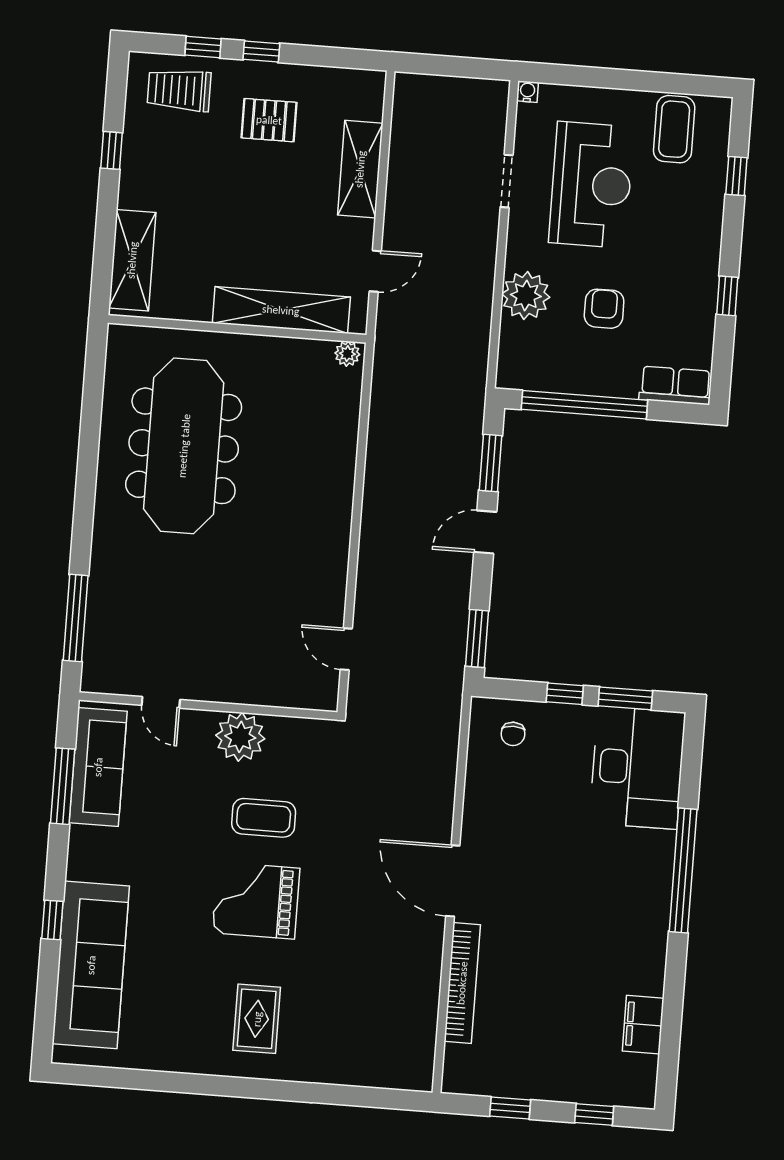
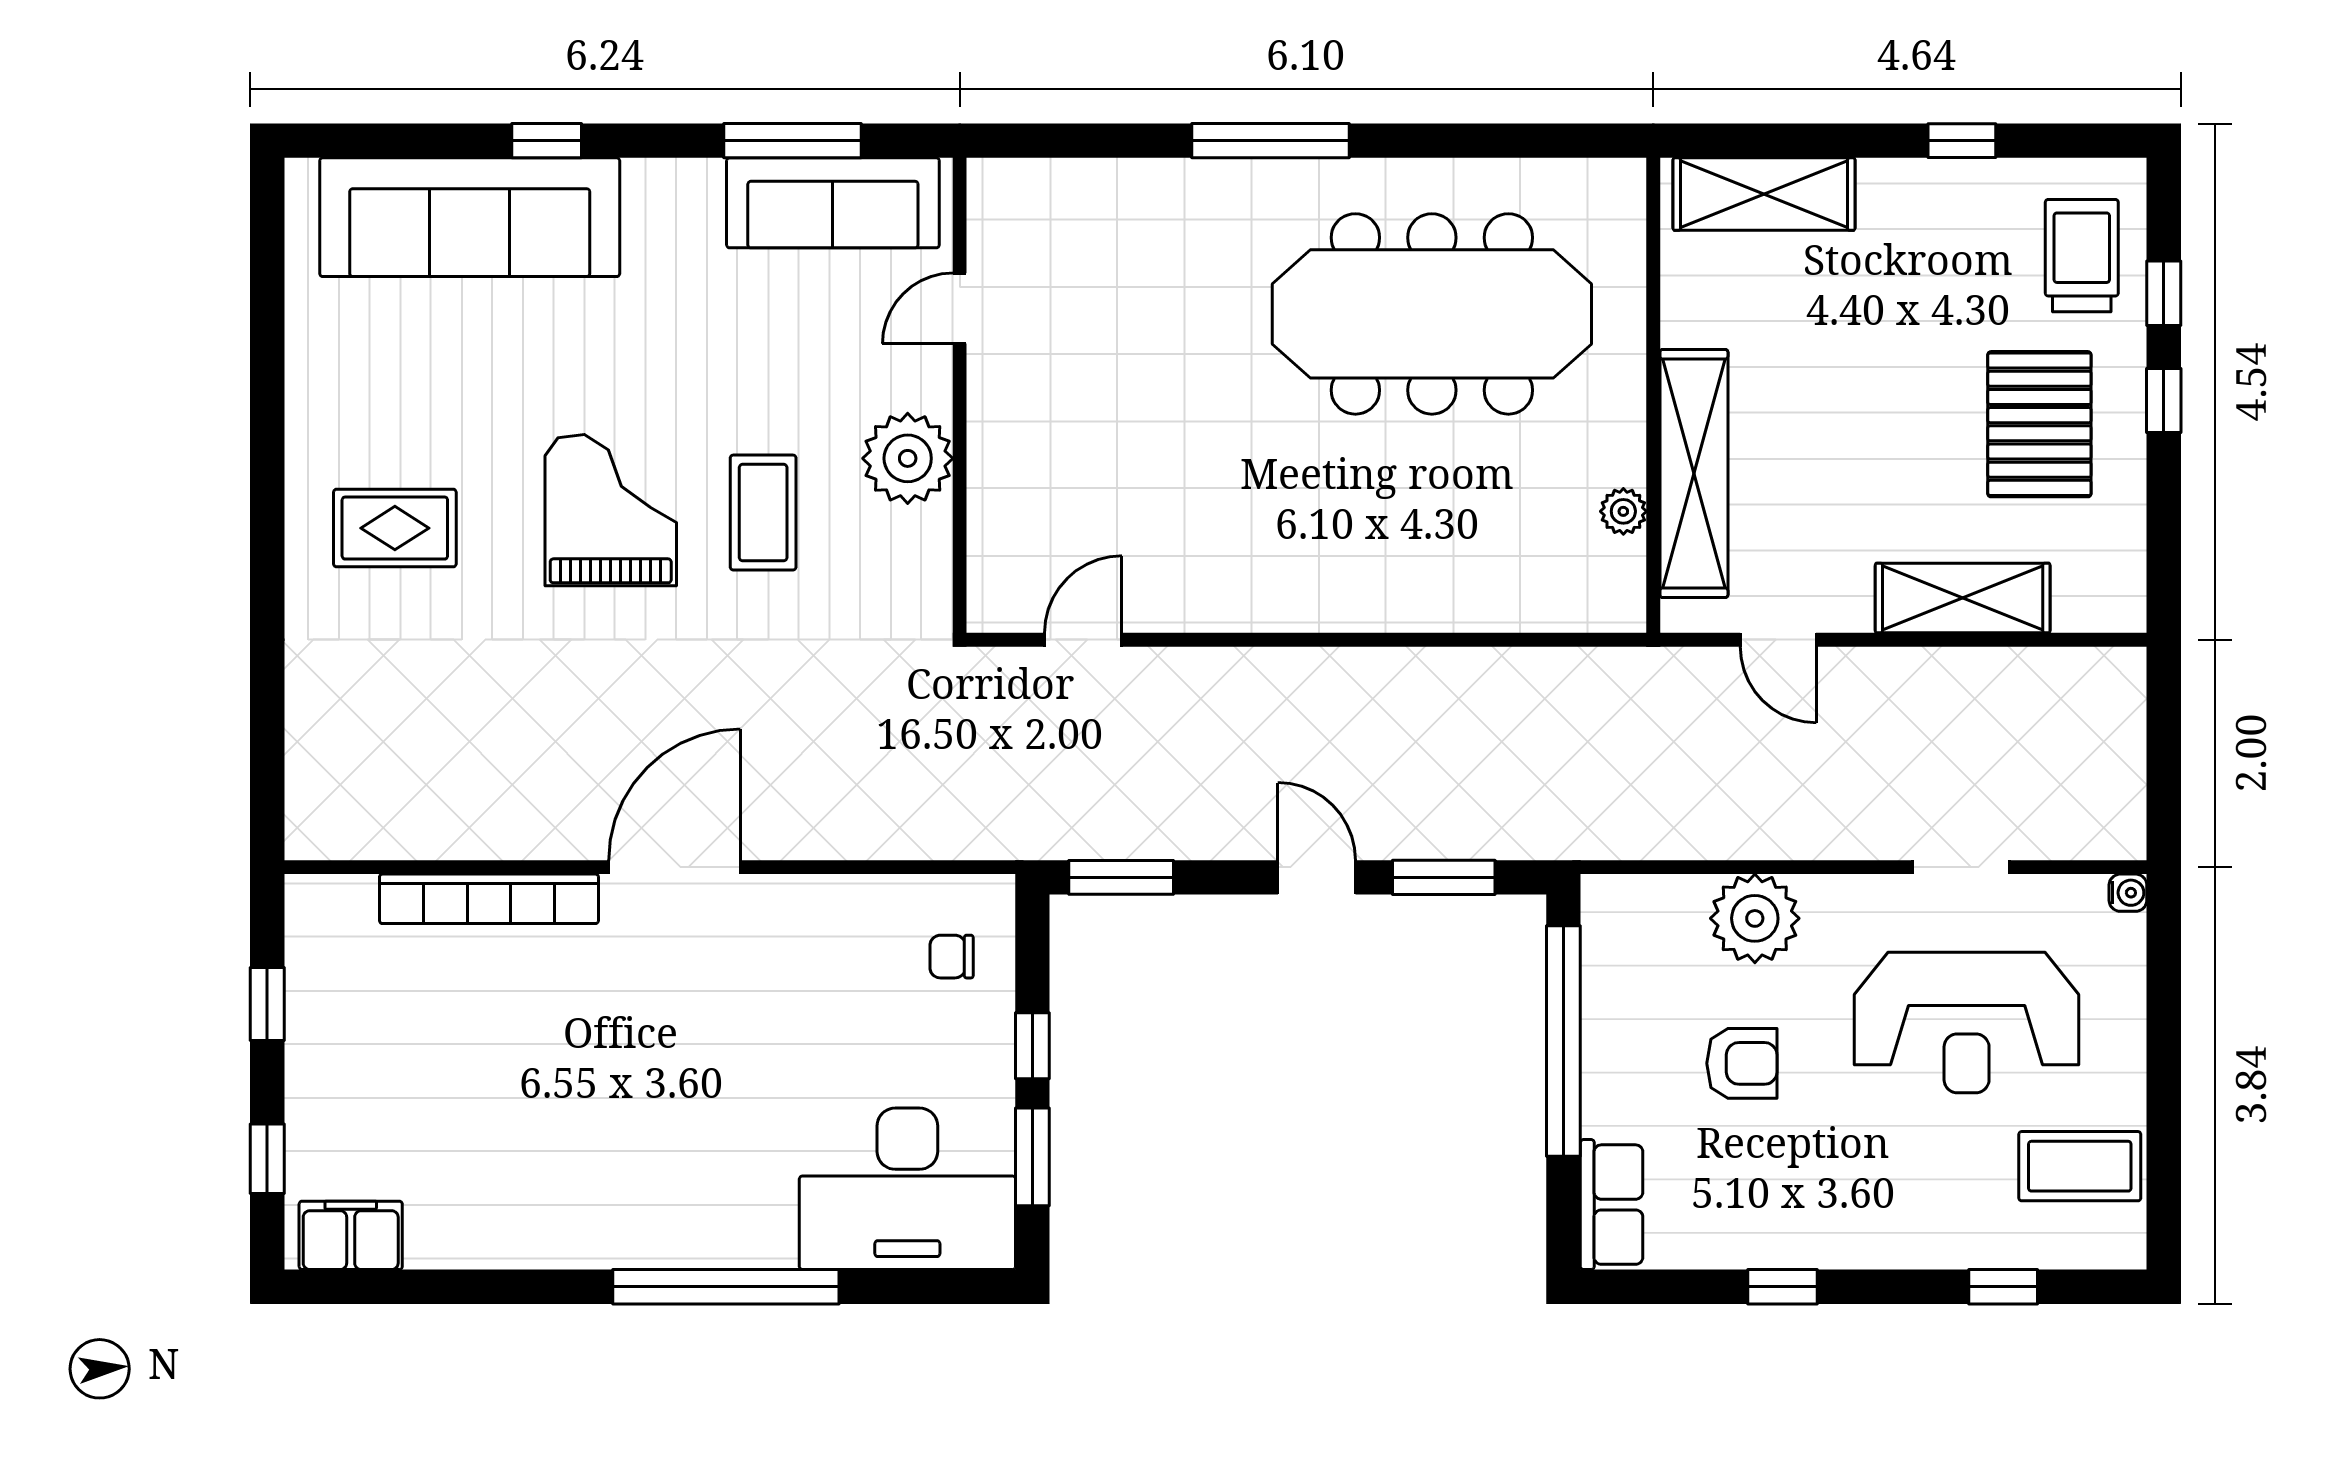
pallet: (269, 120) -> (2039, 424), width x1.50, depth x1.42
plant: (347, 354) -> (1623, 511), moved
window: (76, 618) -> (1271, 141), moved
filing cabinet: (643, 1025) -> (351, 1235), moved

